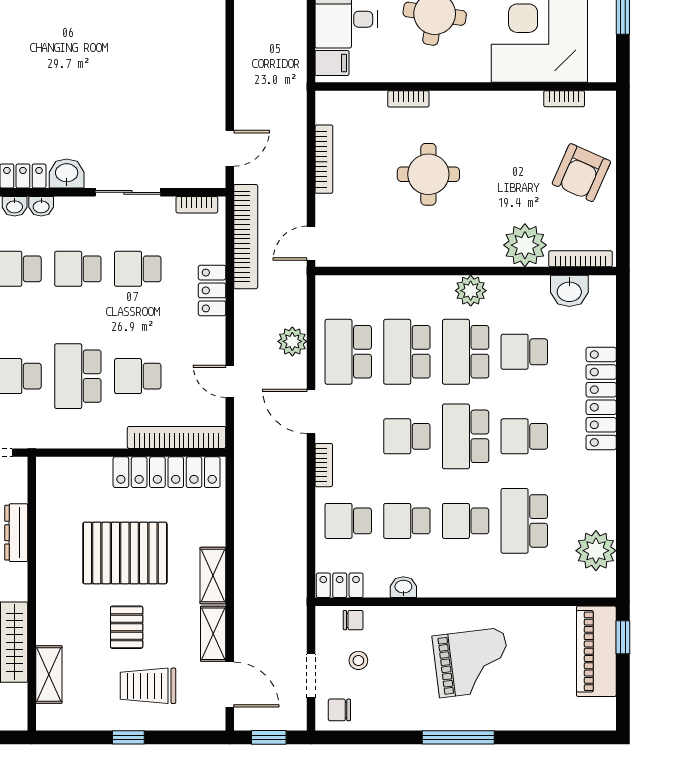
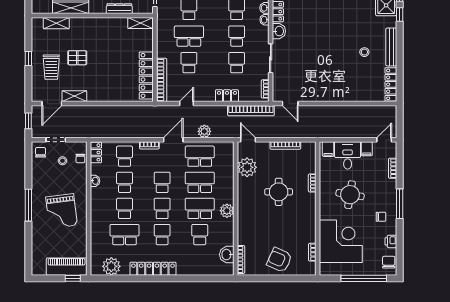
plant: (525, 245) -> (247, 167), moved
locker: (601, 398) -> (153, 269), moved
school desk: (466, 436) -> (162, 208), width x0.54
pallet: (125, 553) -> (110, 57), removed
shelving: (213, 575) -> (140, 23), moved
trolley: (148, 686) -> (51, 67), turned 180

